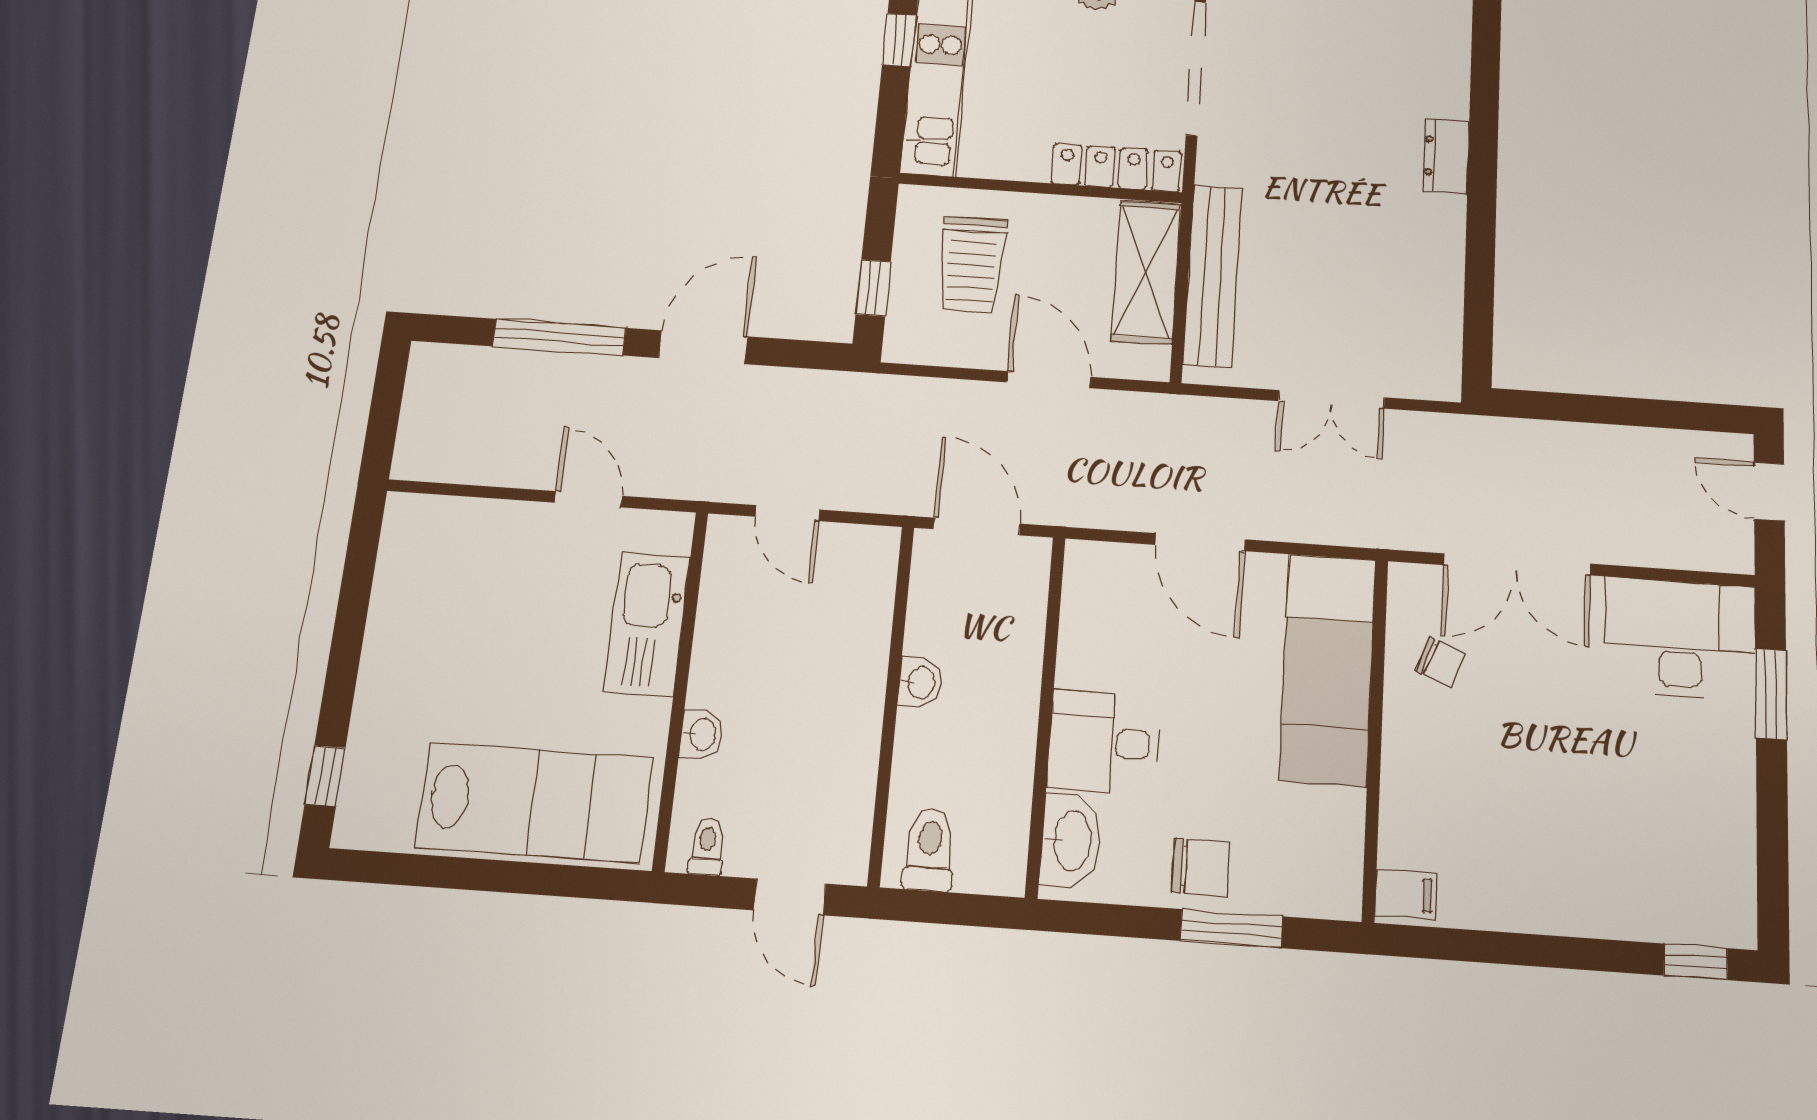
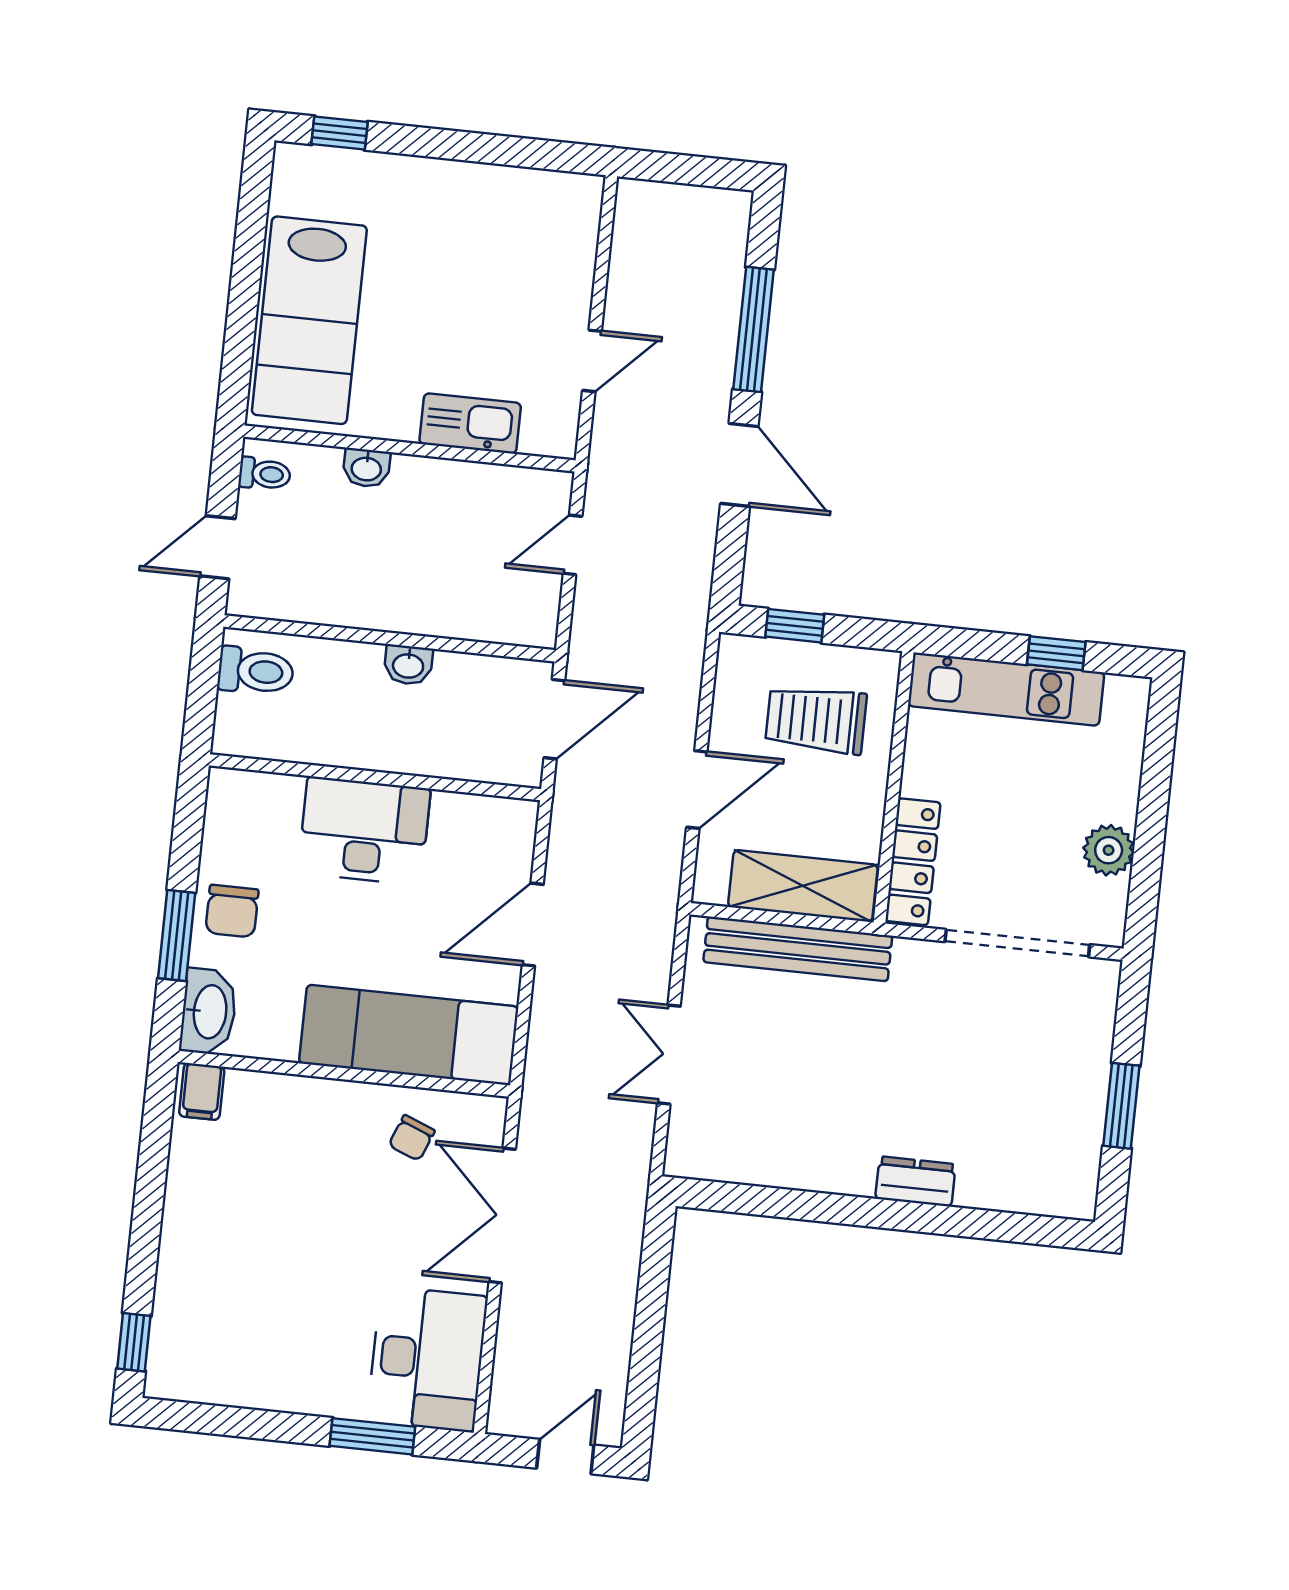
kitchen sink: (647, 624) -> (470, 423), width x0.73, depth x0.81
desk: (1104, 742) -> (364, 831), width x1.37
washbasin: (1071, 841) -> (209, 1012), moved, turned -90

